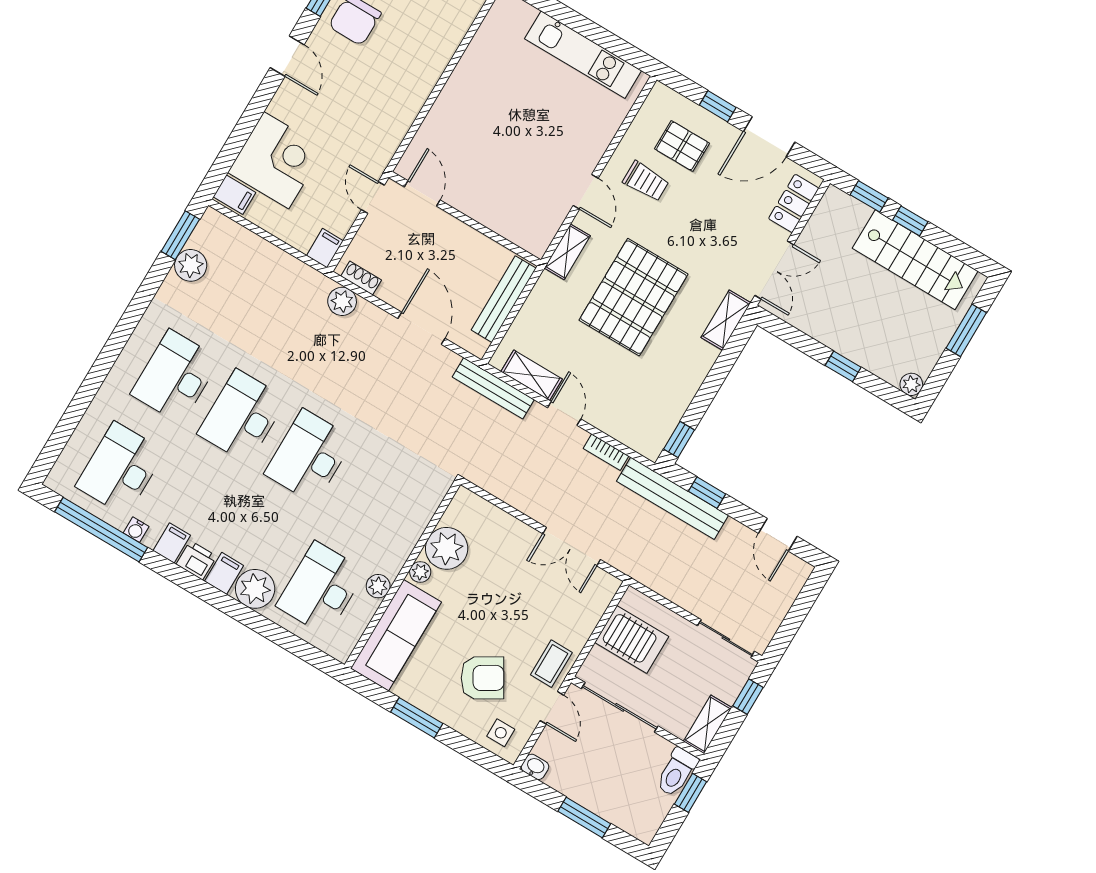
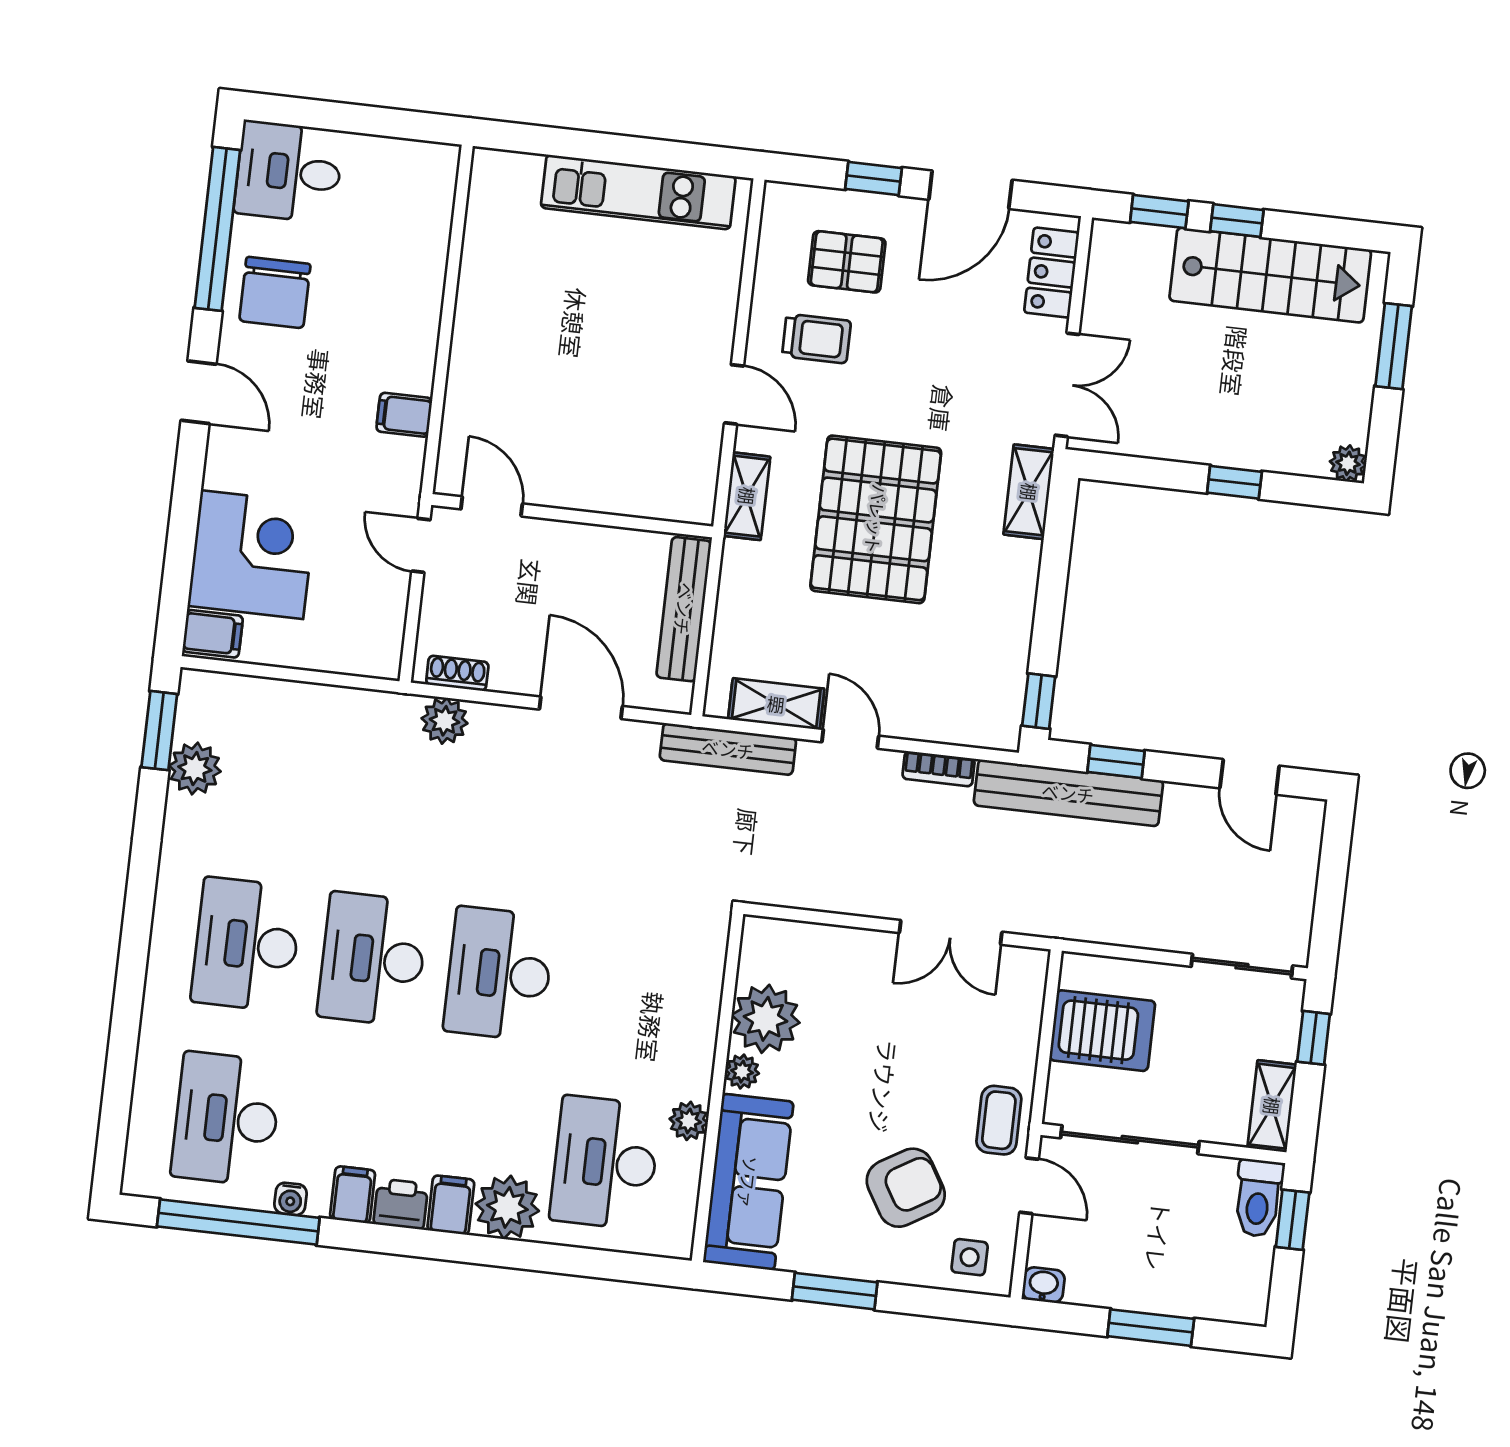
filing cabinet: (325, 248) -> (404, 415), moved, turned -90

